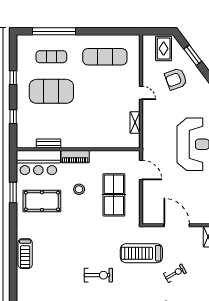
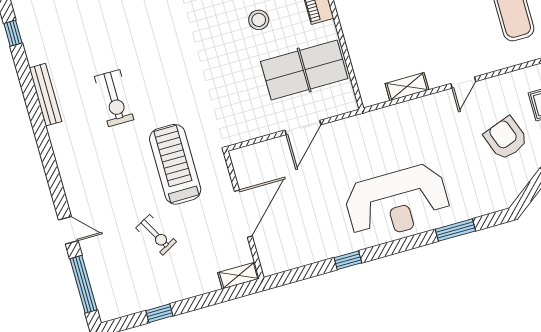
door: (141, 170) -> (303, 127), moved
table tennis table: (114, 195) -> (304, 70), moved

